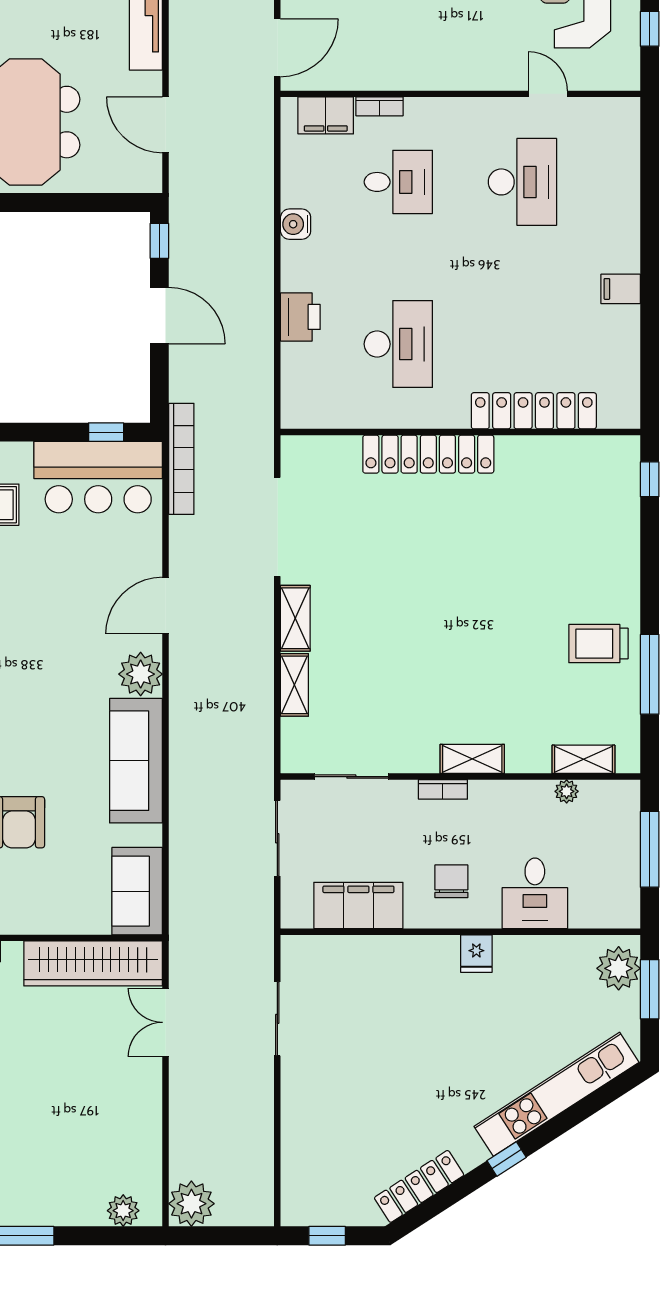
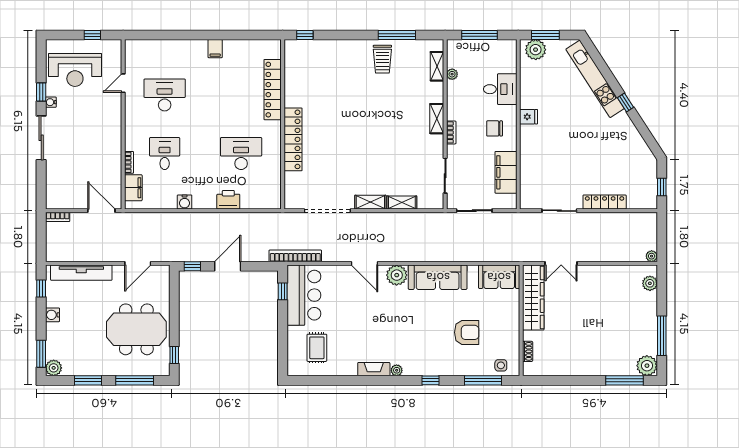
locker: (419, 1186) -> (605, 202), moved, turned 123
plant: (191, 1204) -> (652, 256), width x0.53, depth x0.53

